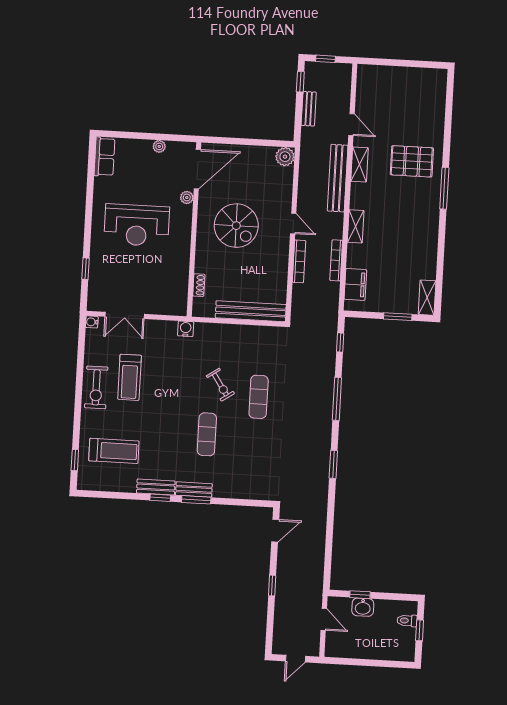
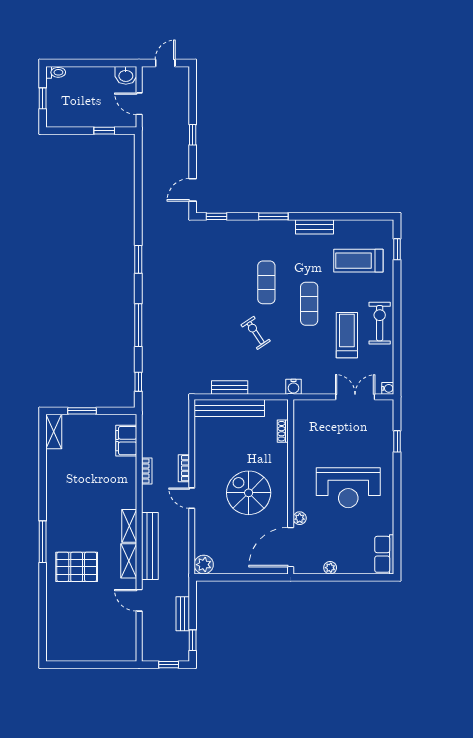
reception desk: (137, 225) -> (348, 488), turned 180
shelving: (356, 226) -> (129, 526), moved
bookcase: (336, 260) -> (147, 471), width x0.64
bookcase: (299, 261) -> (184, 468), width x0.64
exercise mat: (259, 397) -> (309, 304), moved
bench: (194, 489) -> (230, 387), moved
window: (160, 498) -> (216, 216), moved
washbasin: (363, 607) -> (126, 75), moved, turned 180
toilet: (407, 621) -> (56, 72), moved

